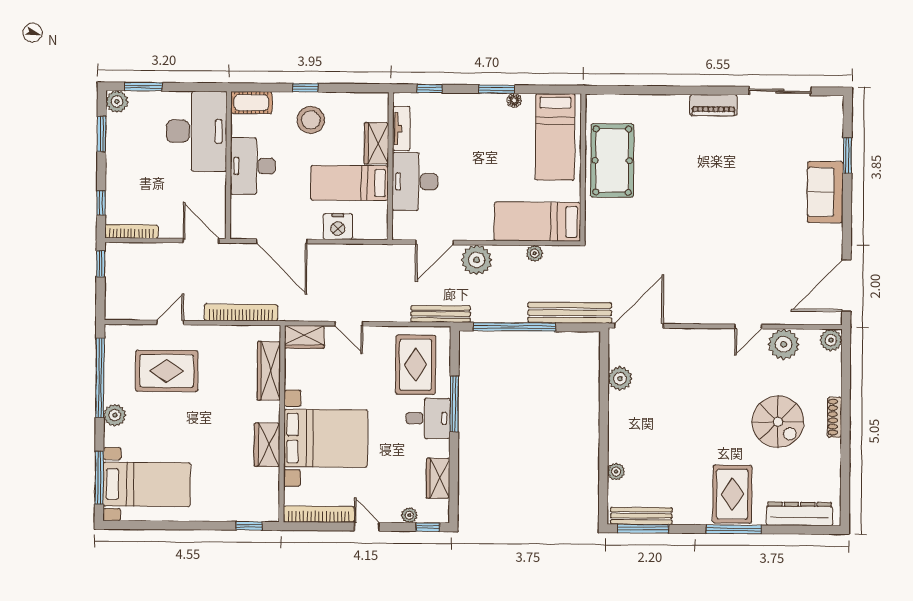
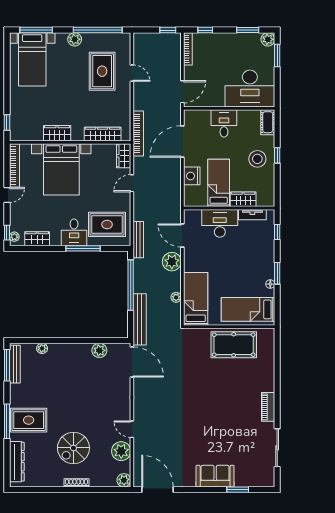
desk: (253, 166) -> (224, 123), width x0.73
bookcase: (241, 313) -> (138, 134), moved
plant: (409, 515) -> (14, 237), moved

